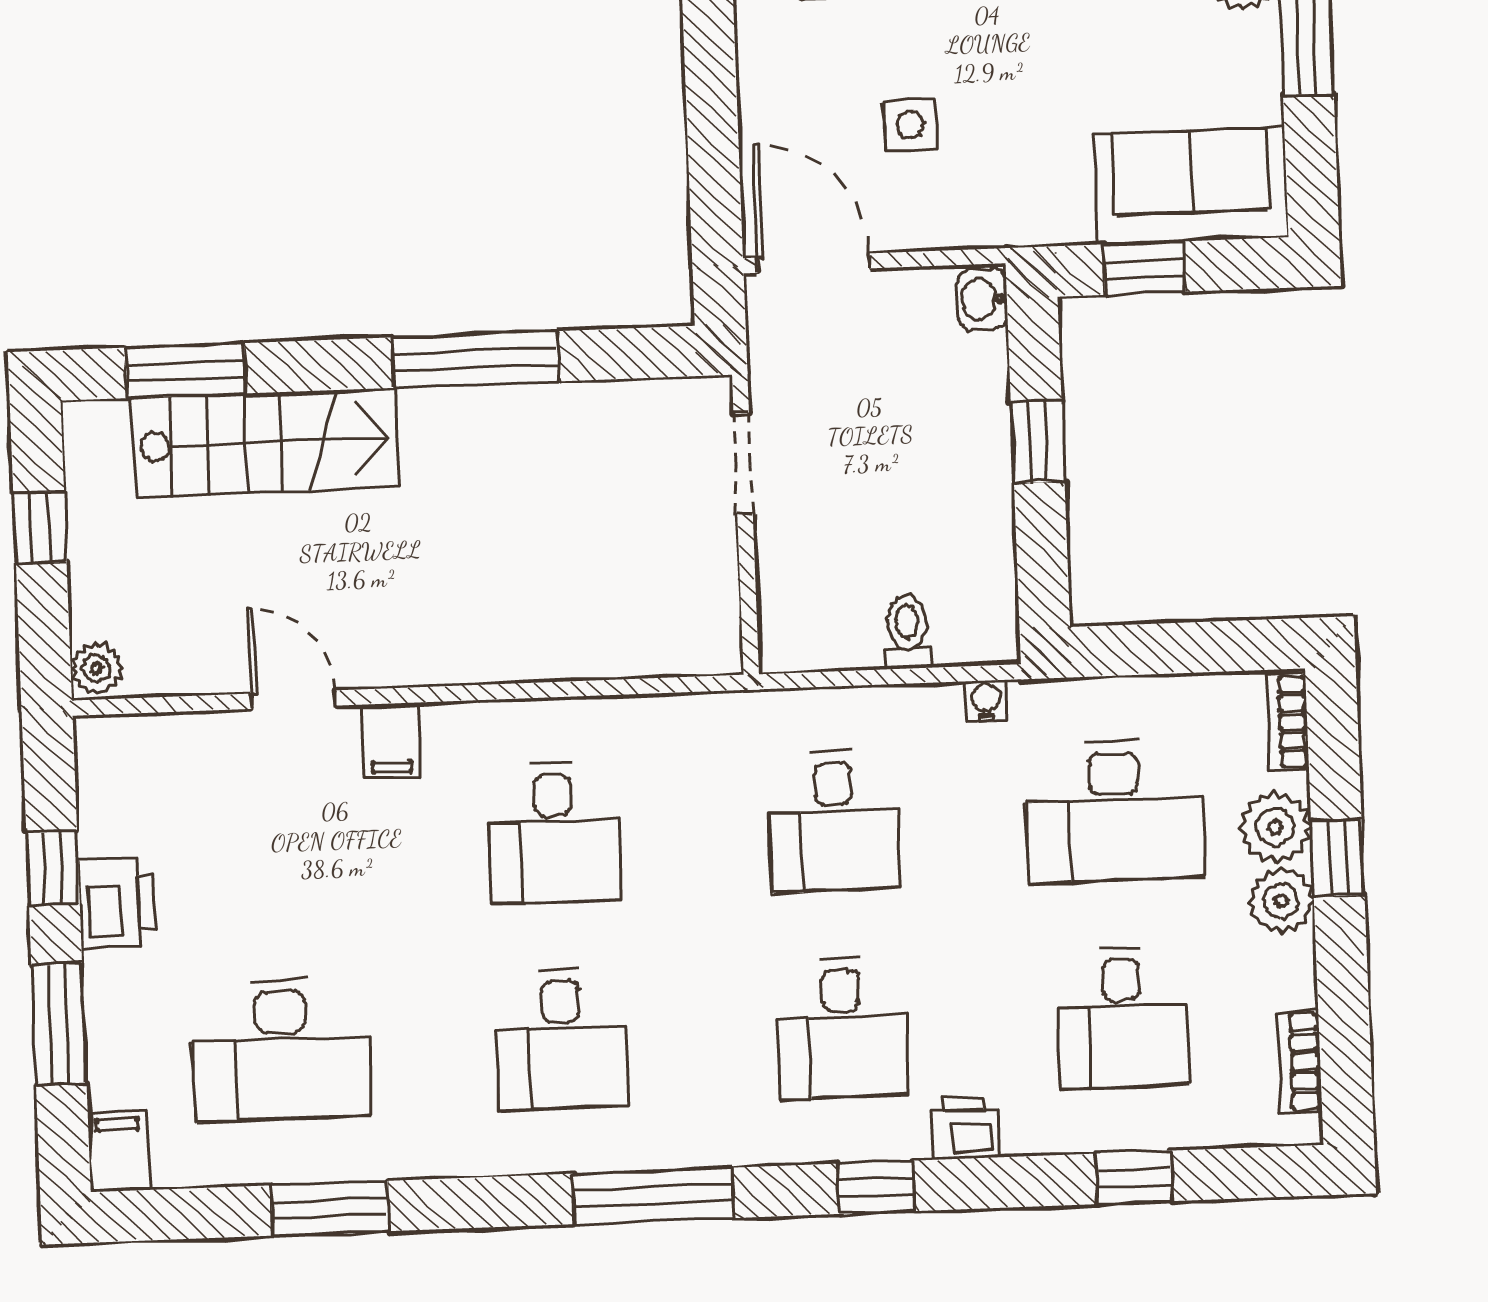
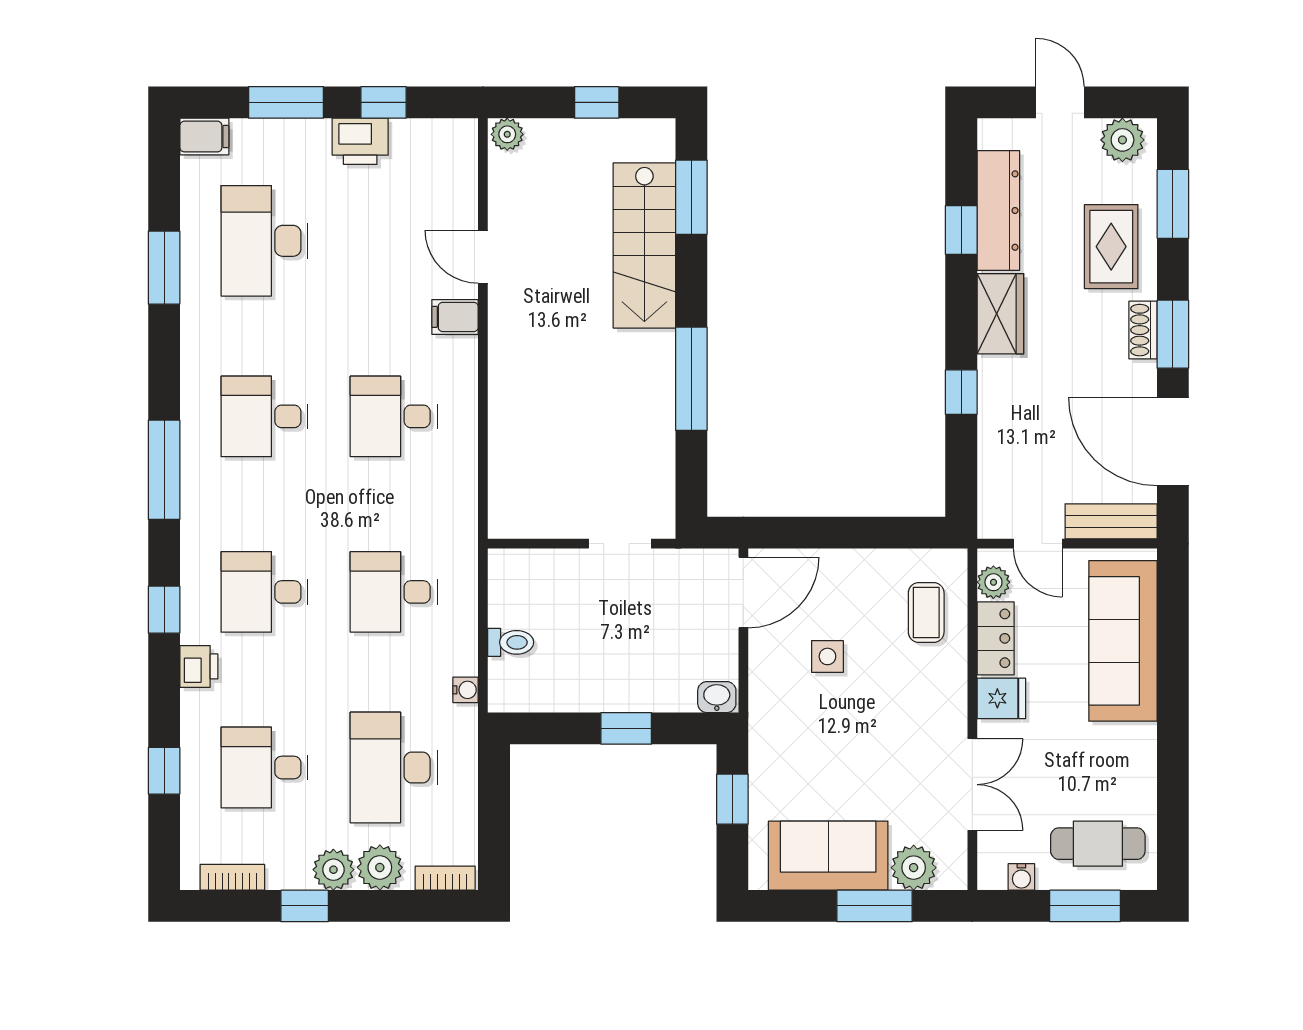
sofa: (1191, 186) -> (828, 856), moved, turned -90
door: (293, 700) -> (483, 257), swing flipped
window: (1338, 858) -> (305, 906), moved

